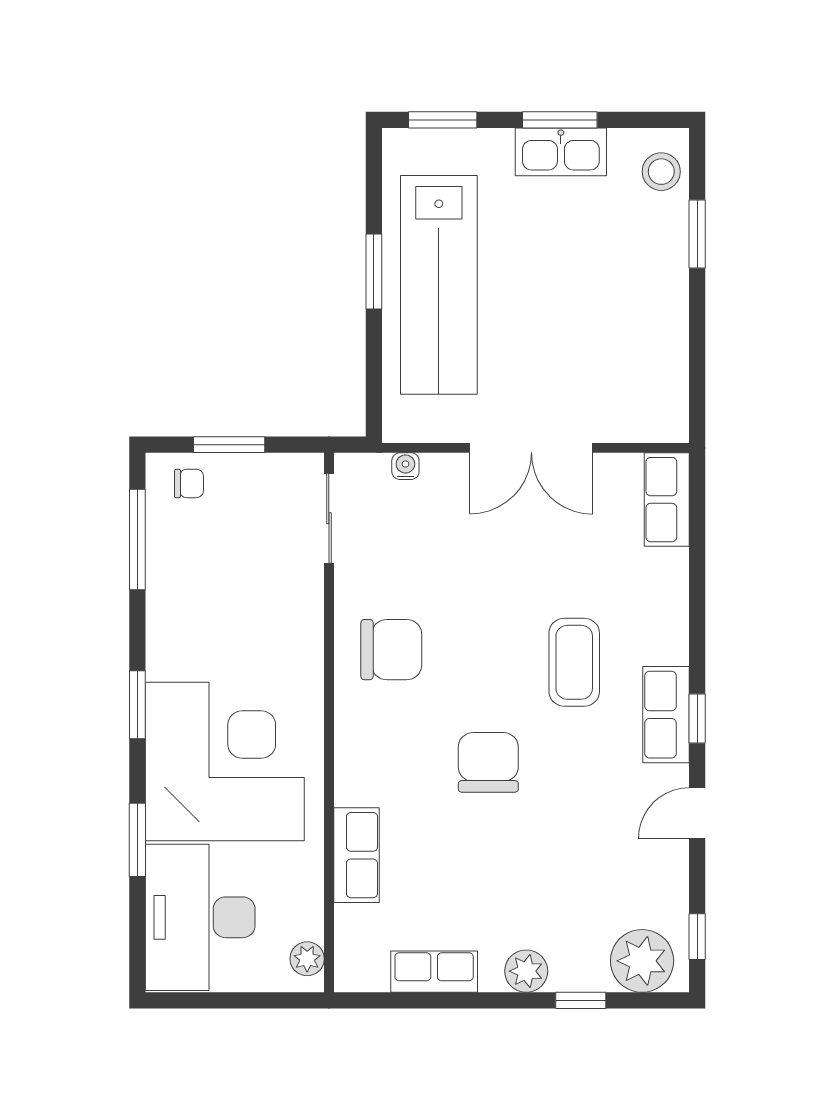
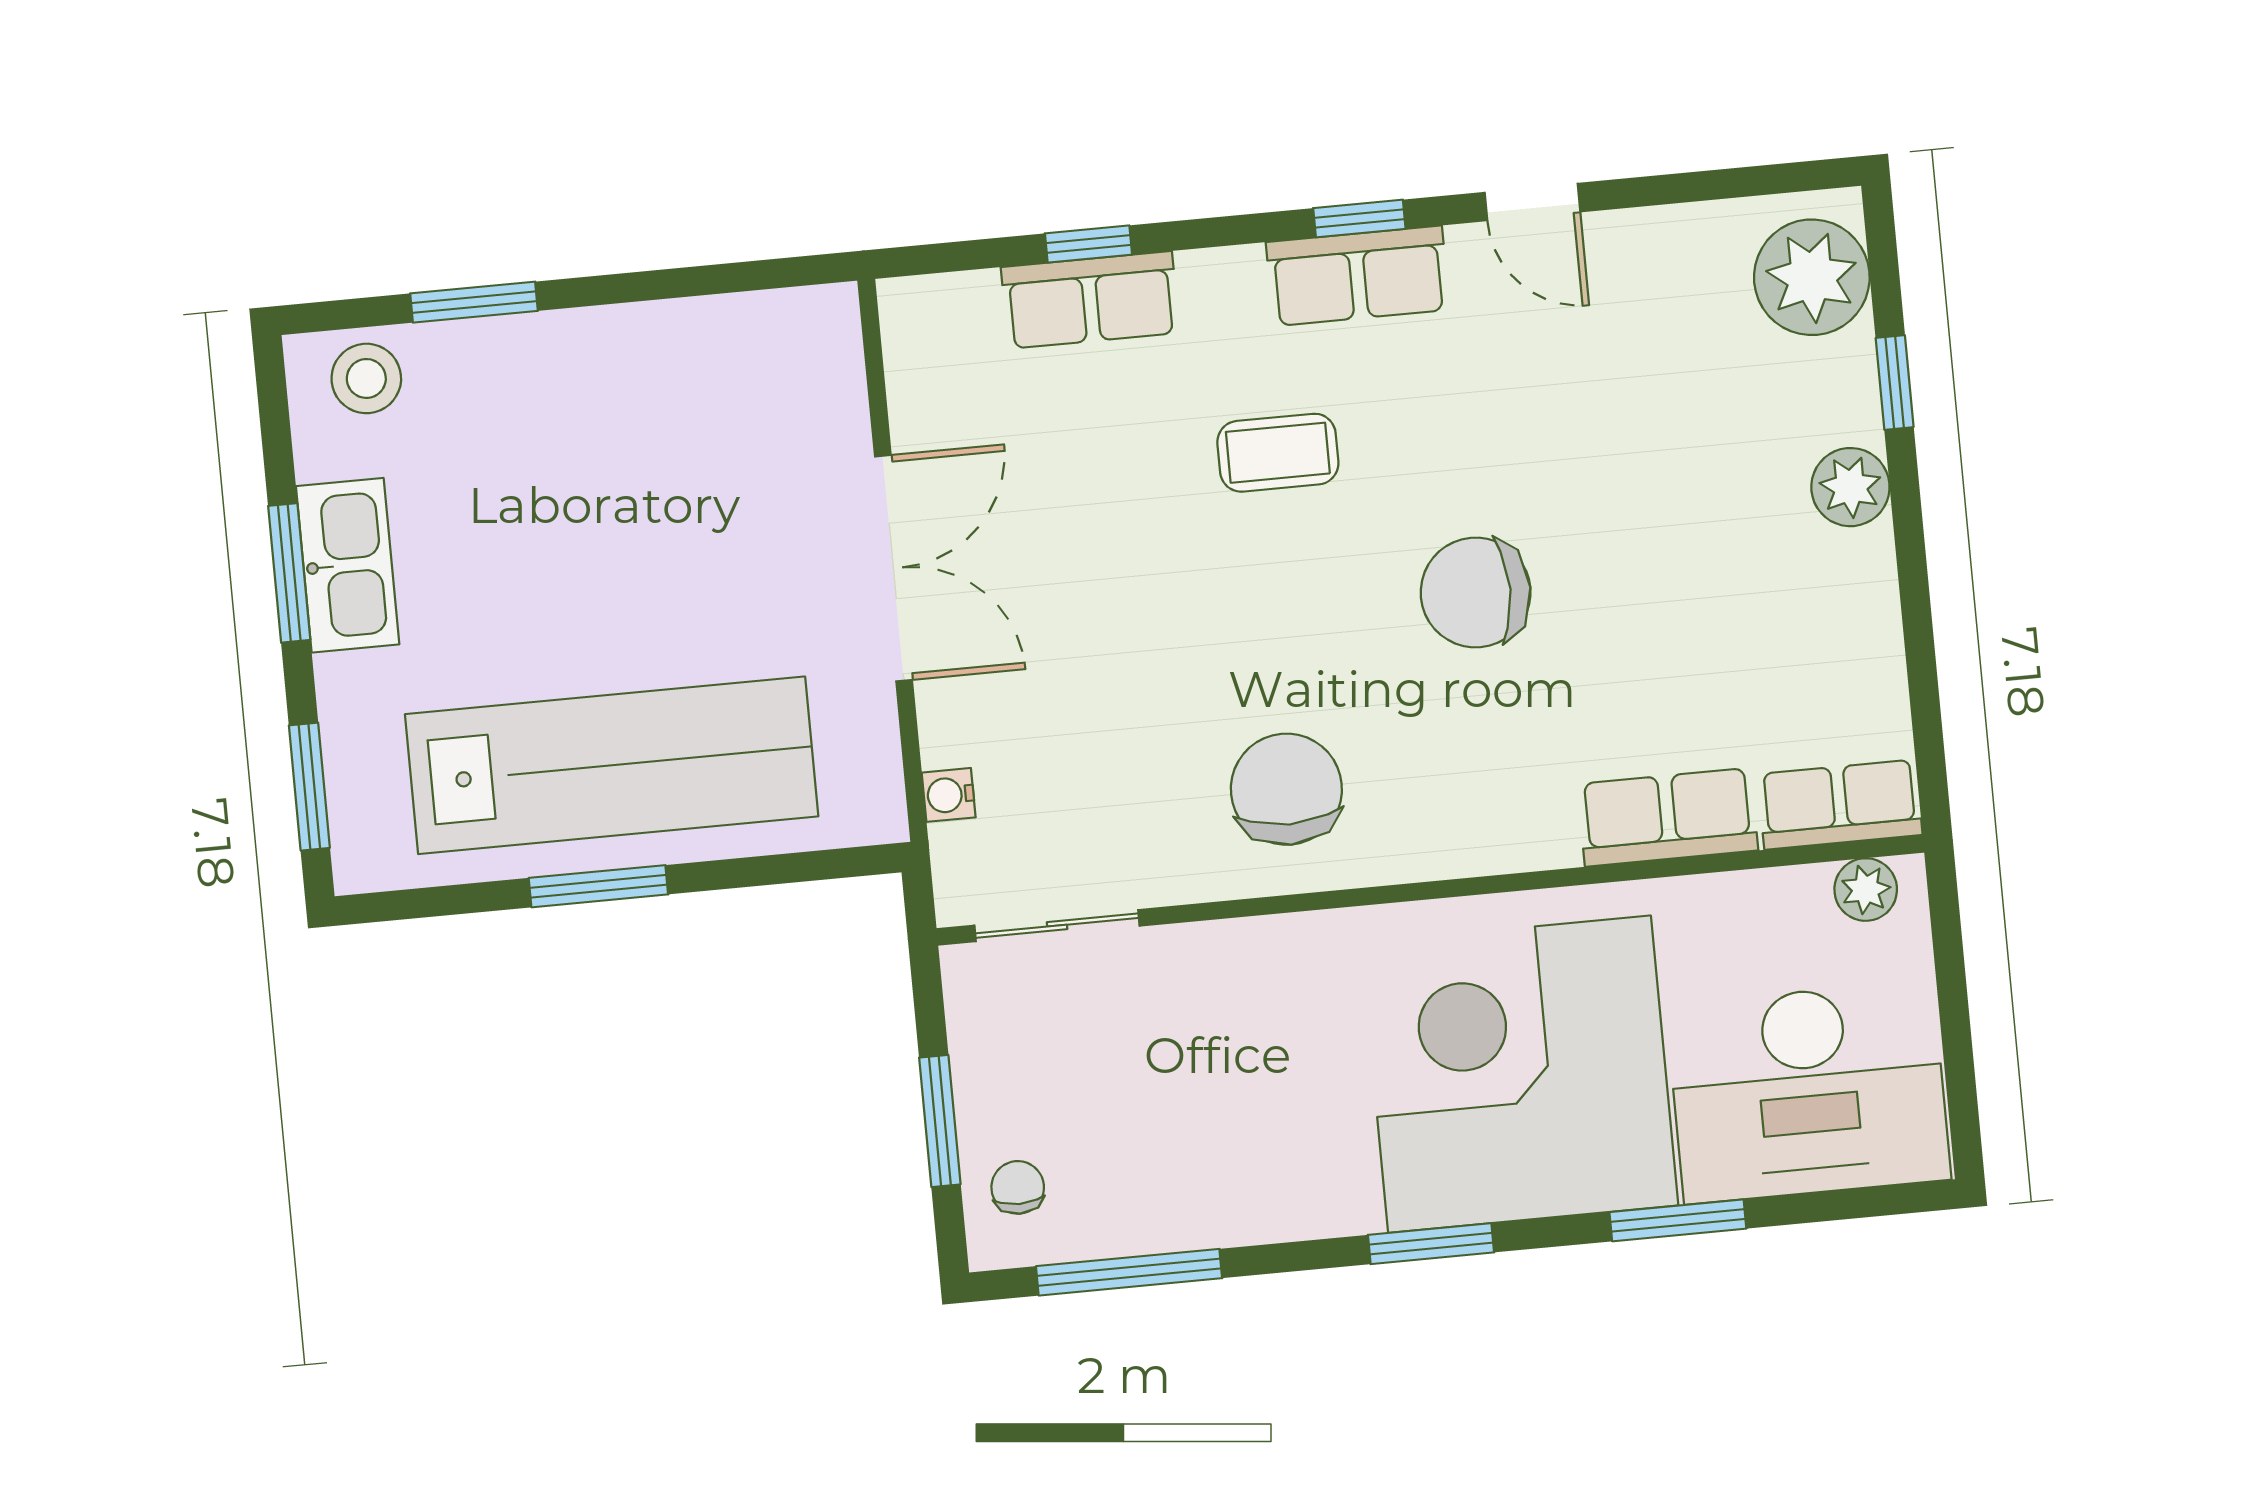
row of seats: (667, 500) -> (1090, 300), moved
coffee table: (574, 662) -> (1278, 453), width x0.73, depth x0.77
window: (697, 937) -> (1088, 244), moved
row of seats: (434, 972) -> (1840, 805), moved, turned 90

